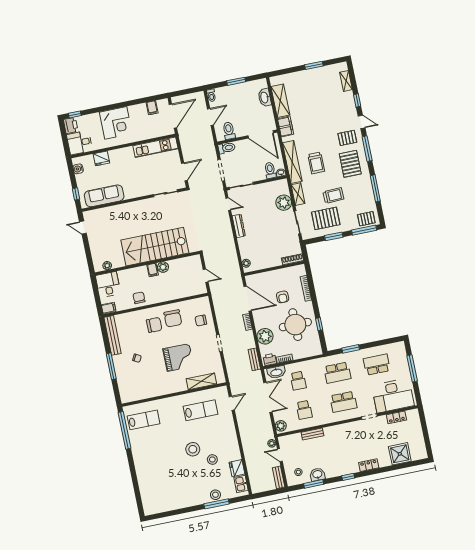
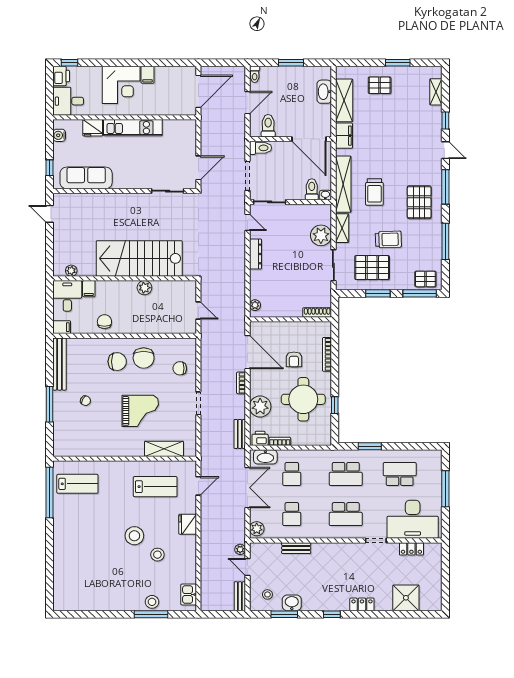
filing cabinet: (152, 108) -> (148, 75), moved
pallet: (347, 138) -> (380, 85), moved
kitchen unit: (155, 147) -> (133, 128), moved
filing cabinet: (153, 270) -> (89, 289), moved
fridge: (237, 468) -> (188, 524), moved

